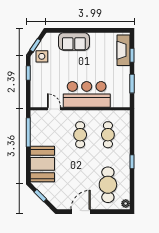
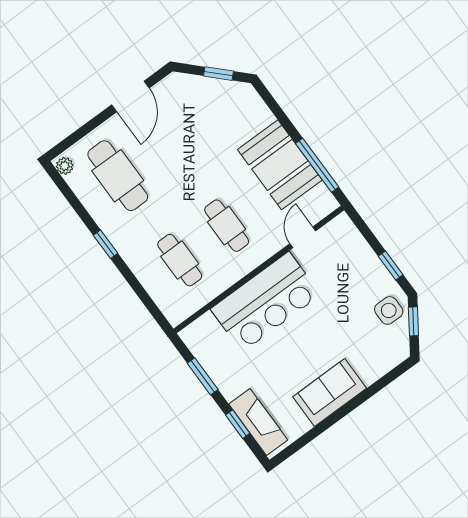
sofa: (74, 41) -> (330, 393), moved
door: (54, 109) -> (303, 237), swing flipped
booth: (42, 164) -> (280, 165), moved

